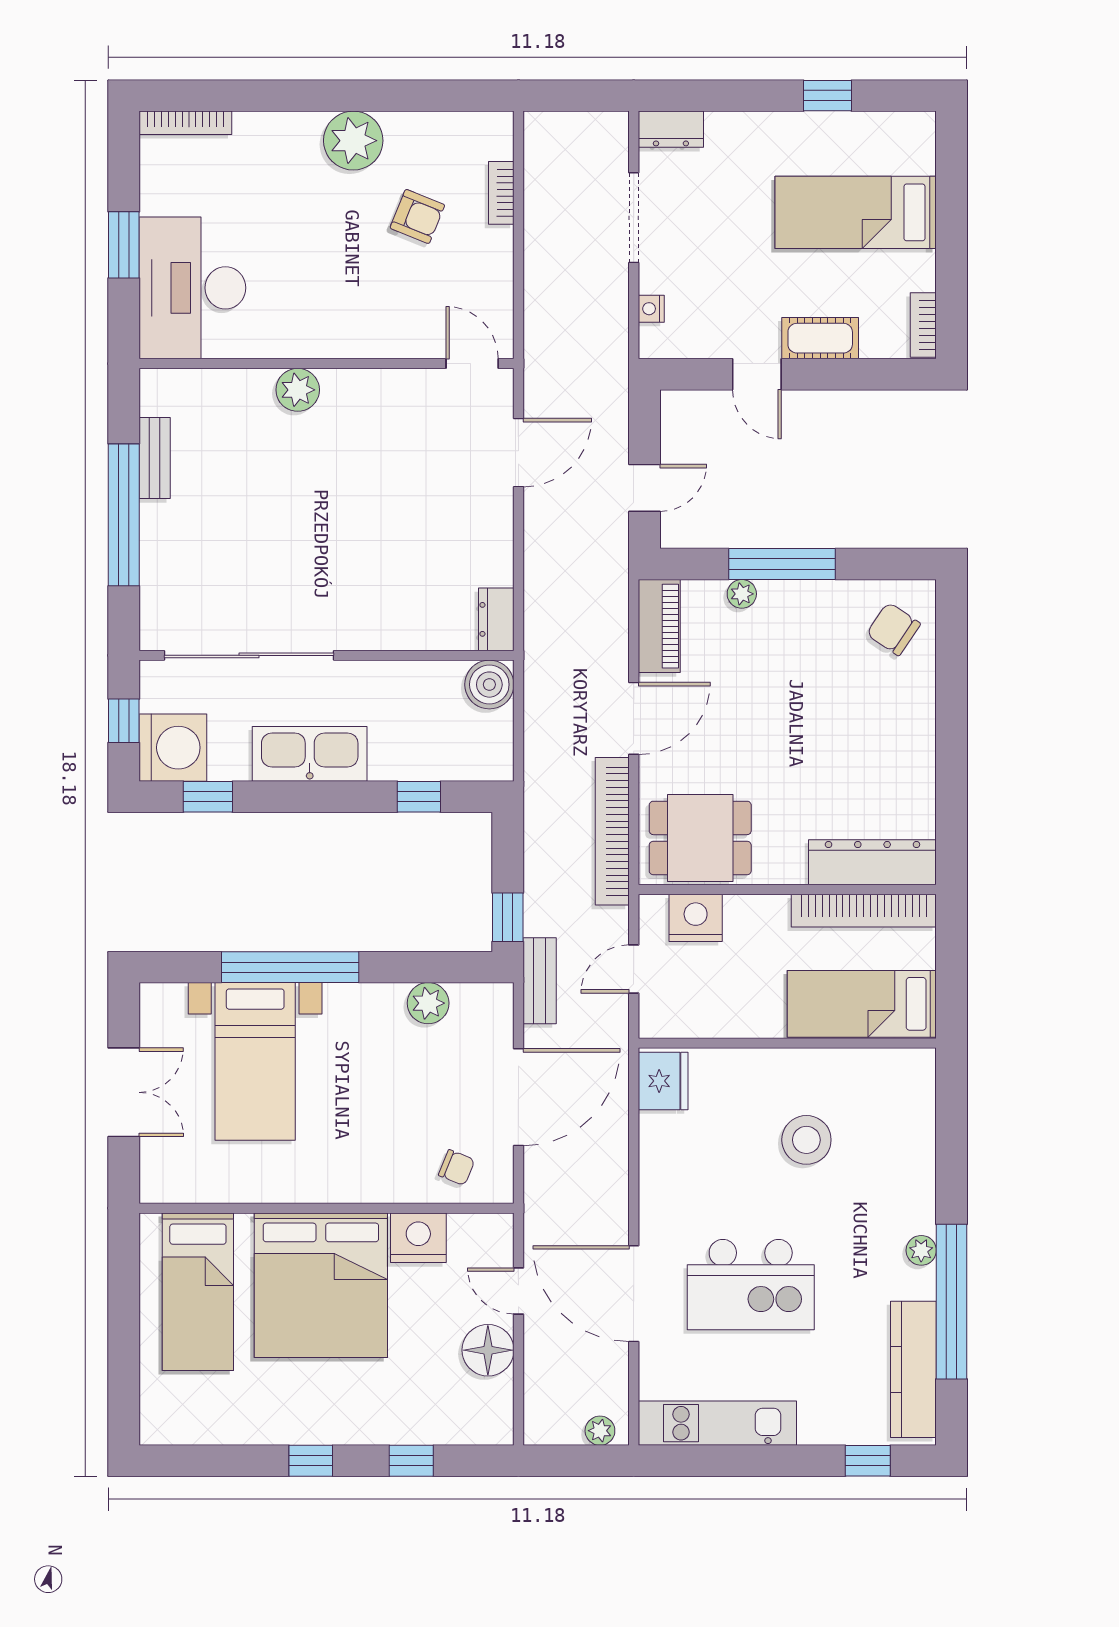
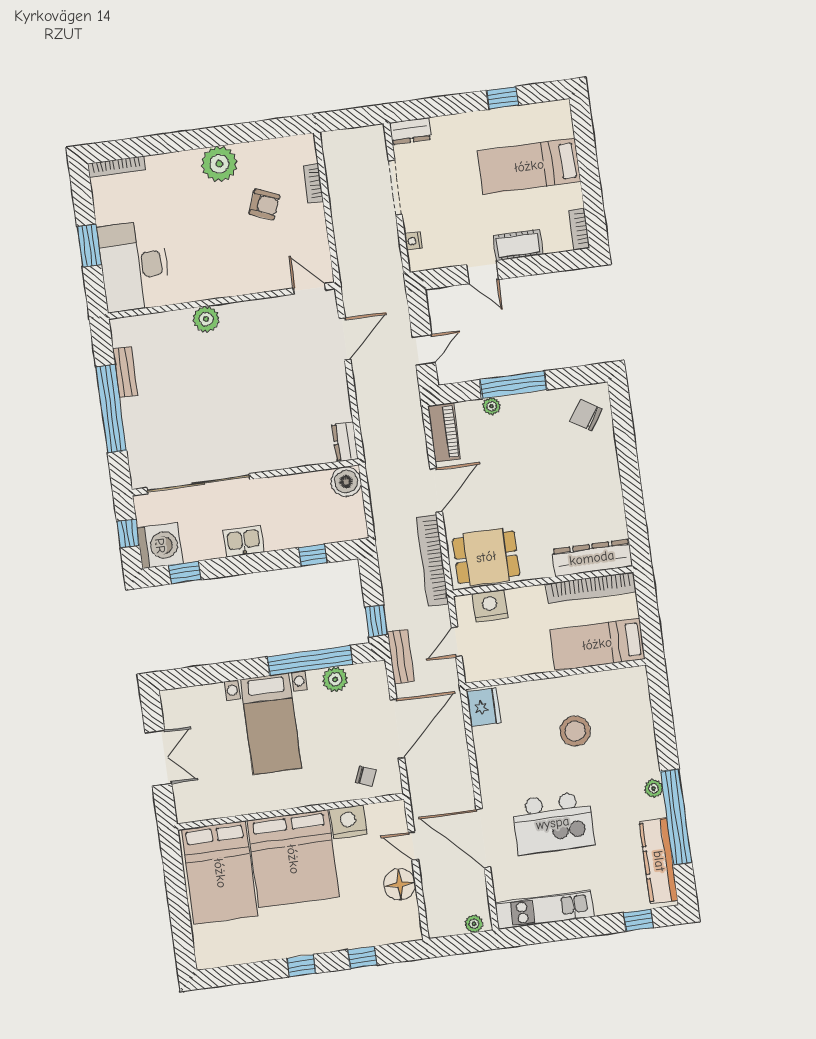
kitchen sink: (310, 754) -> (244, 541), width x0.53, depth x0.81
window: (290, 967) -> (310, 660), moved
bed with nightstands: (255, 1061) -> (271, 724), moved
bed: (198, 1292) -> (220, 873), width x1.50

